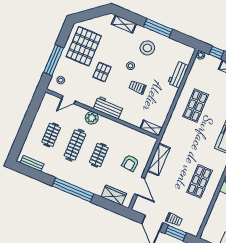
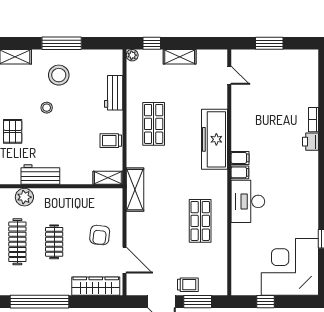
trolley: (137, 87) -> (111, 141), moved
shelving: (159, 159) -> (135, 190), moved
wardrobe: (114, 195) -> (96, 286), width x1.50

